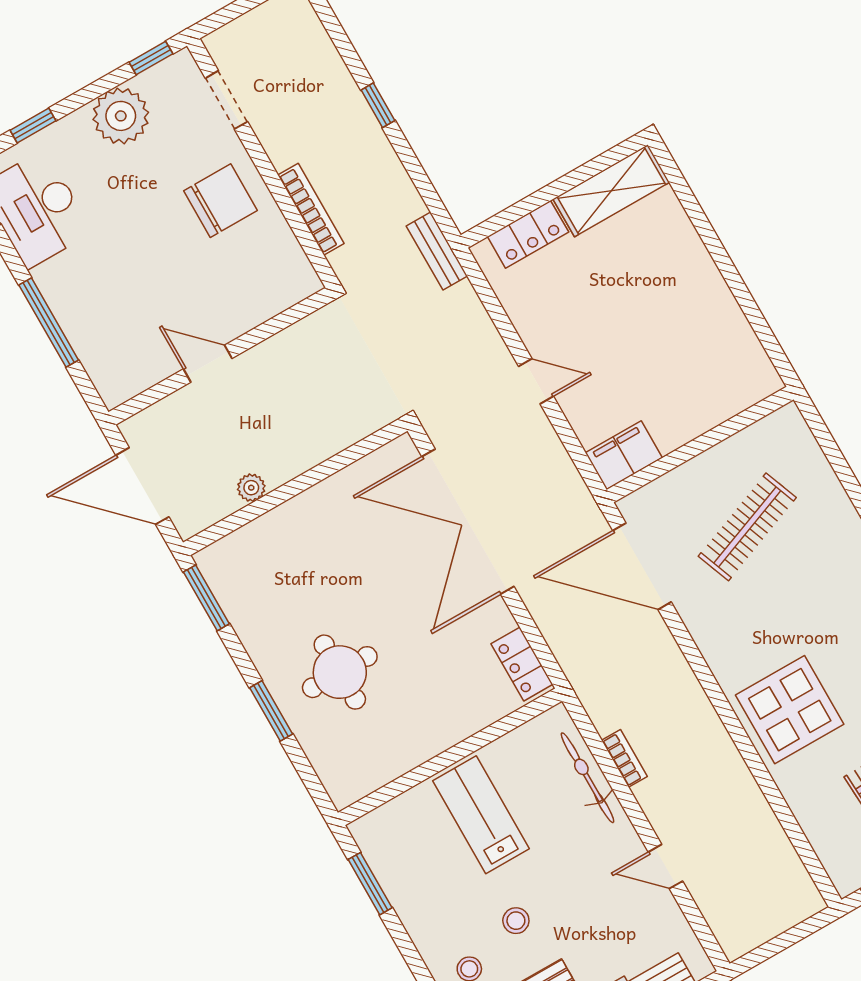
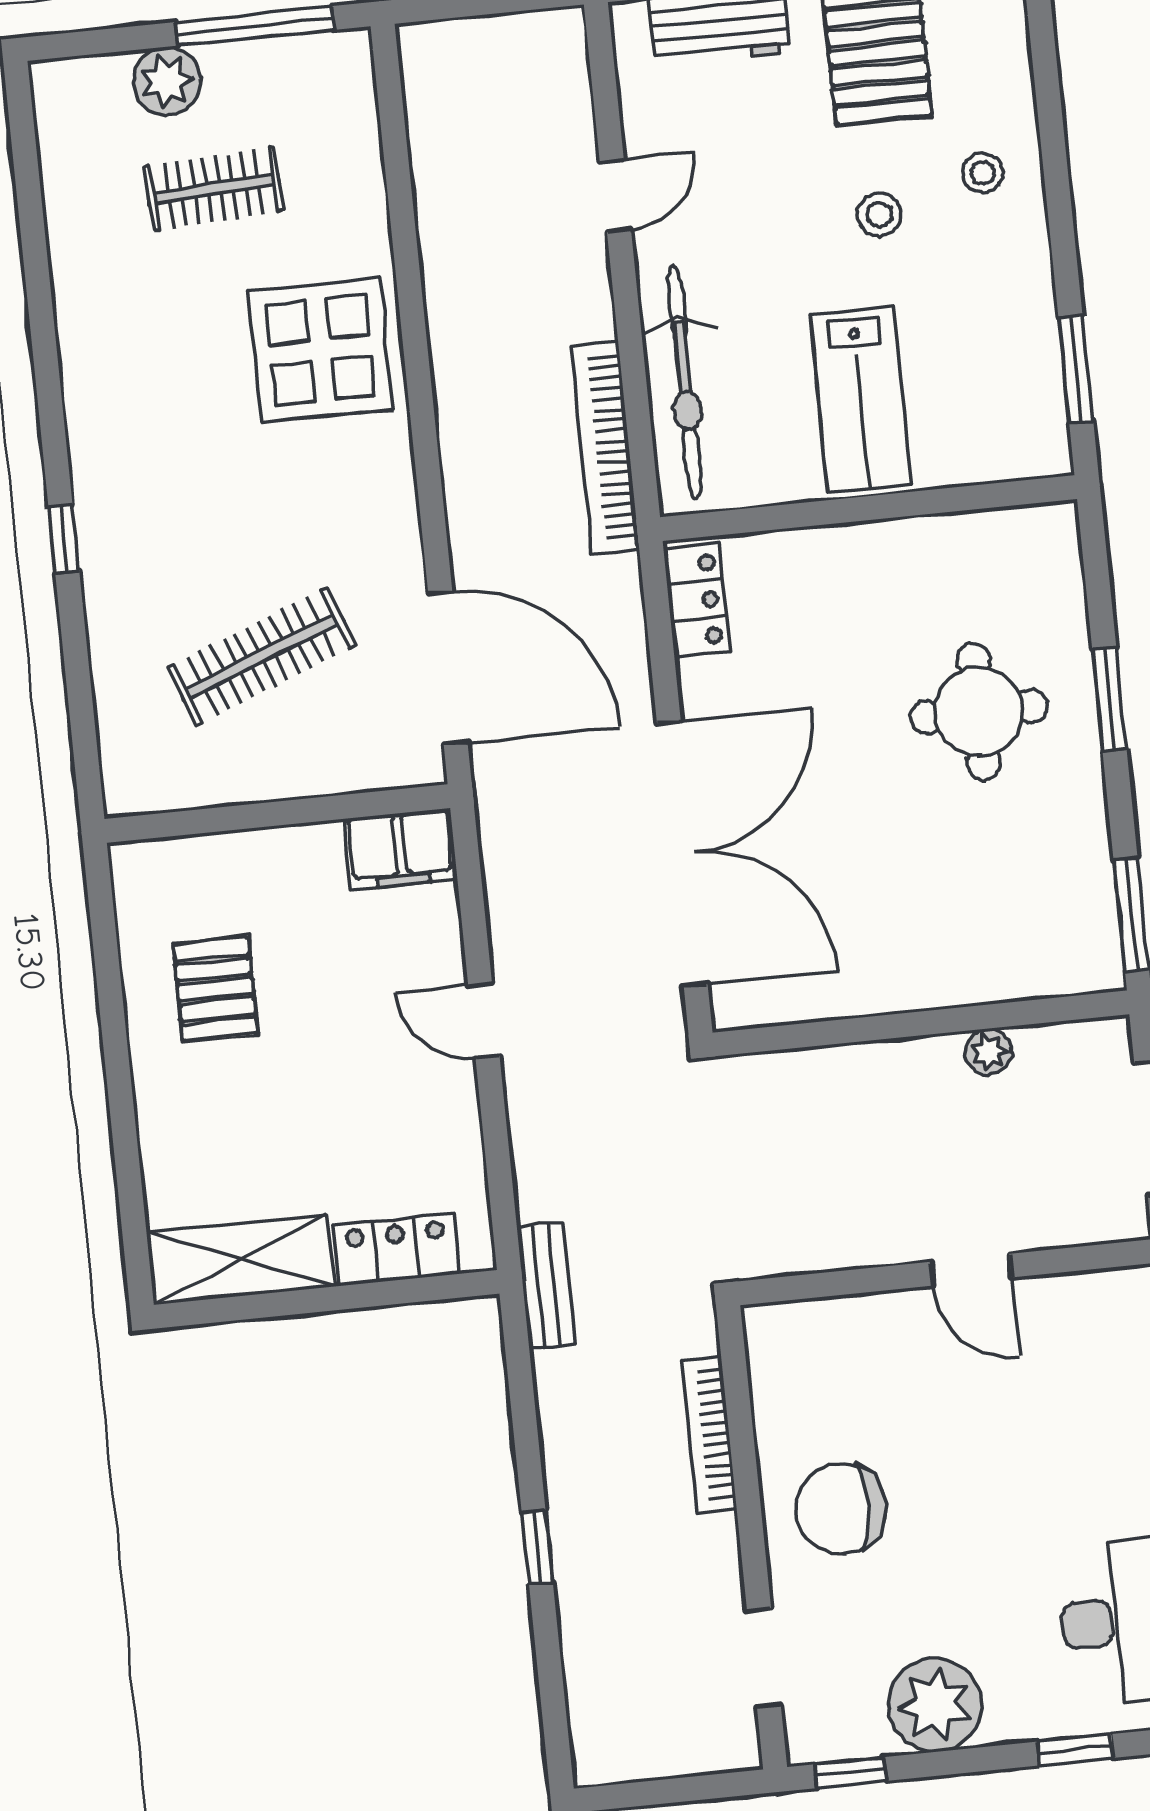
pallet: (691, 333) -> (216, 989), added
bookcase: (624, 758) -> (605, 448), width x2.31, depth x1.31
bicycle: (587, 778) -> (685, 382), width x1.37, depth x1.40
door: (665, 867) -> (615, 196), hinge flipped

